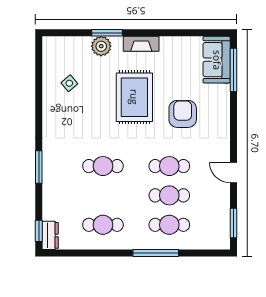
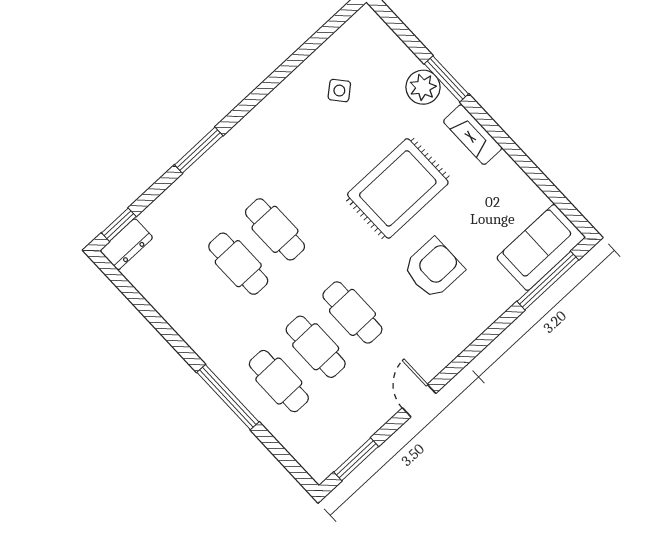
cafe table: (103, 225) -> (238, 264), moved

